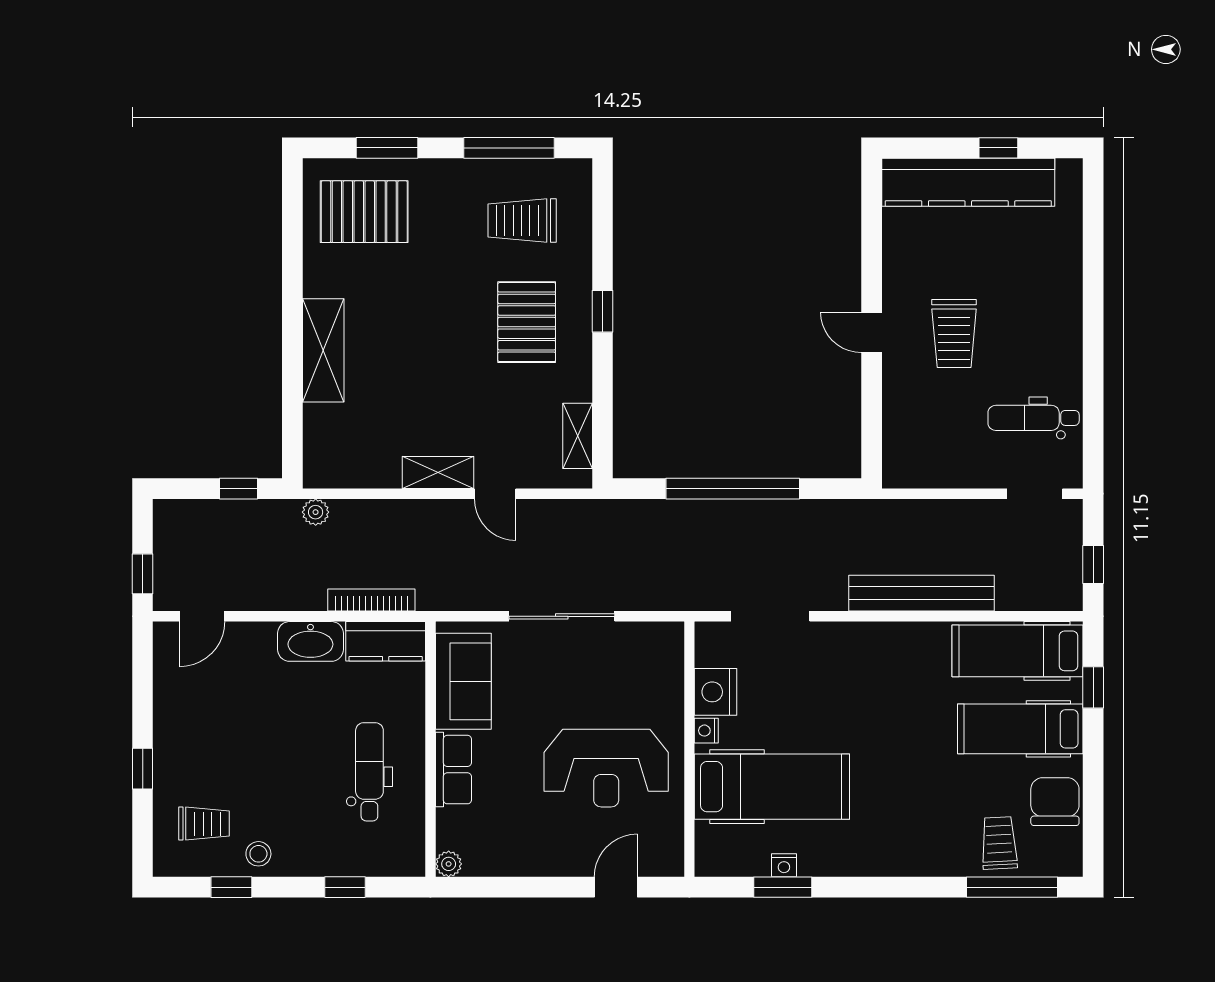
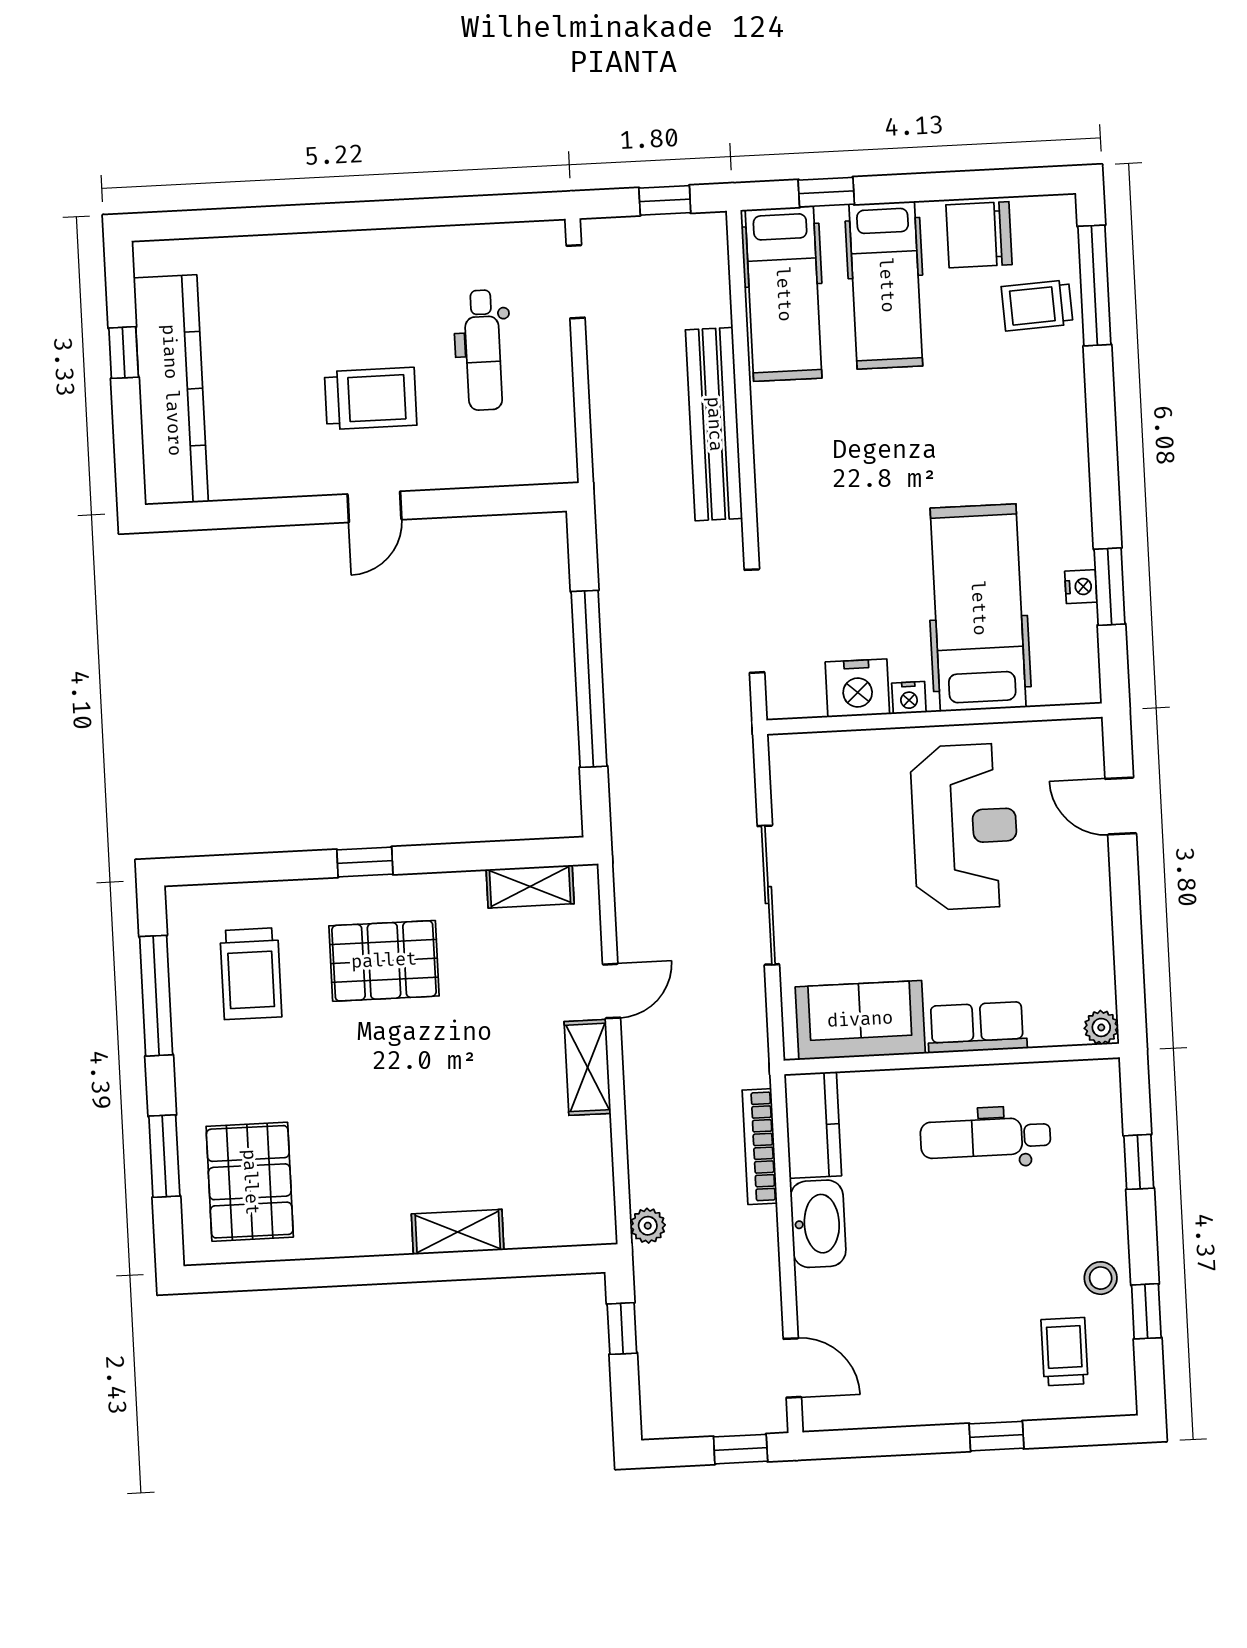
shelving: (323, 350) -> (458, 1232), width x0.67, depth x0.75
dental chair: (1034, 418) -> (483, 350), moved

